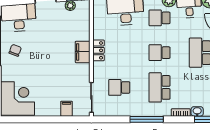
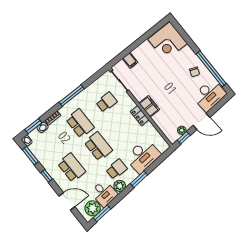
school desk: (160, 53) -> (98, 146), width x1.85

